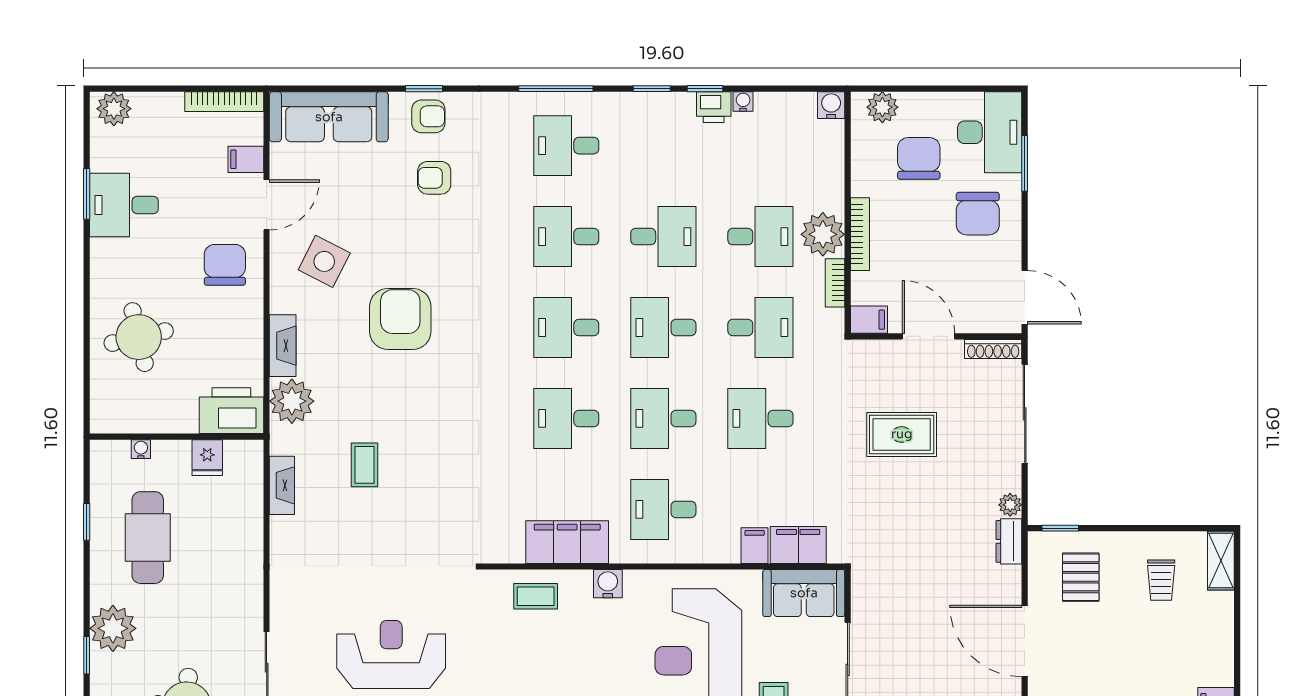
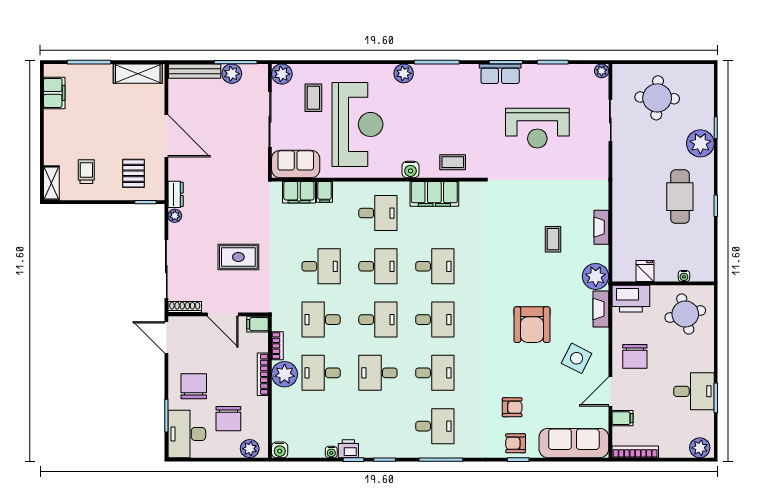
printer: (231, 411) -> (631, 299), moved
wall: (177, 437) -> (663, 283), moved
water cooler: (141, 449) -> (684, 276), moved
fridge: (207, 458) -> (645, 271), moved

